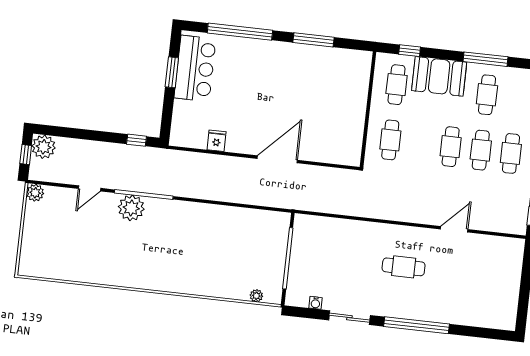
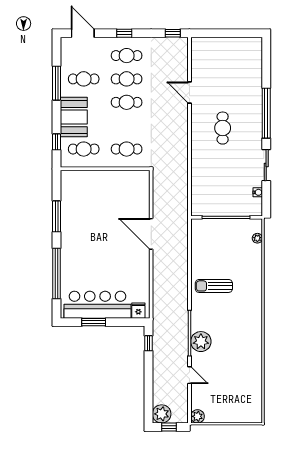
bar counter: (195, 68) -> (97, 305), width x1.36
fridge: (217, 141) -> (138, 311), moved, turned 90
sun lounger: (201, 233) -> (214, 286), added

